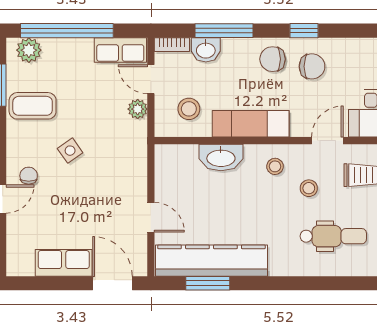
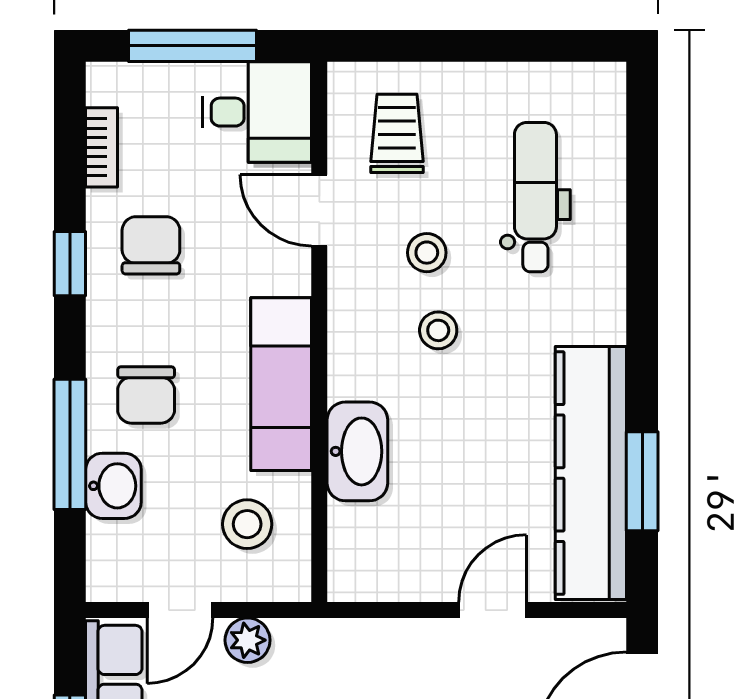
bookcase: (172, 45) -> (102, 147), moved
chair: (272, 59) -> (146, 395), moved
stool: (275, 166) -> (438, 330), moved

